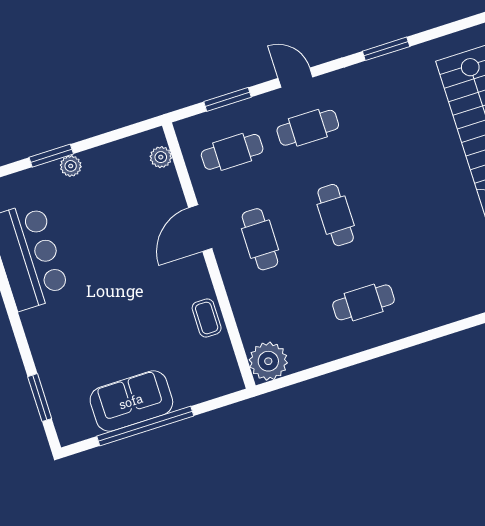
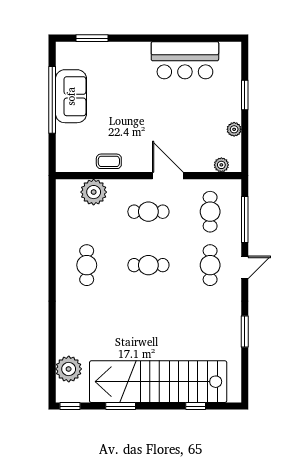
window: (228, 99) -> (245, 219), width x1.44
plant: (71, 166) -> (234, 129), moved
plant: (268, 361) -> (94, 192), moved

